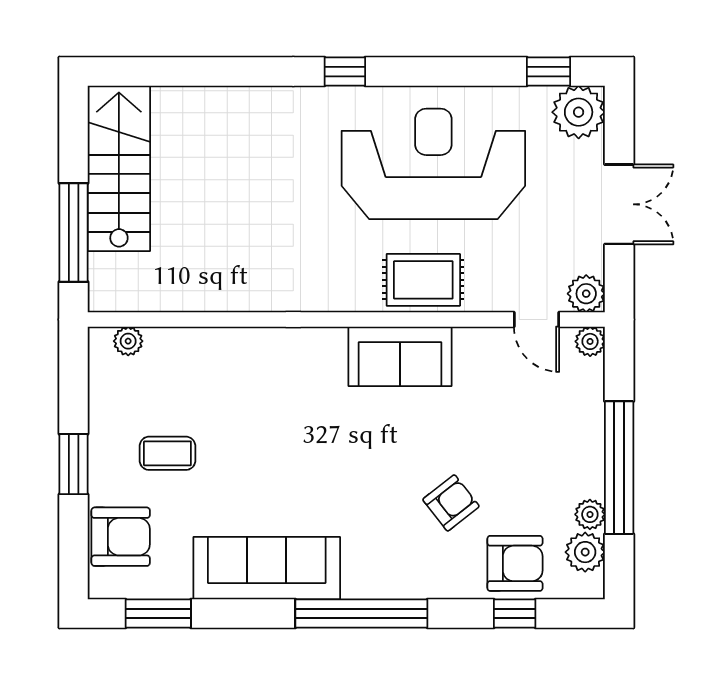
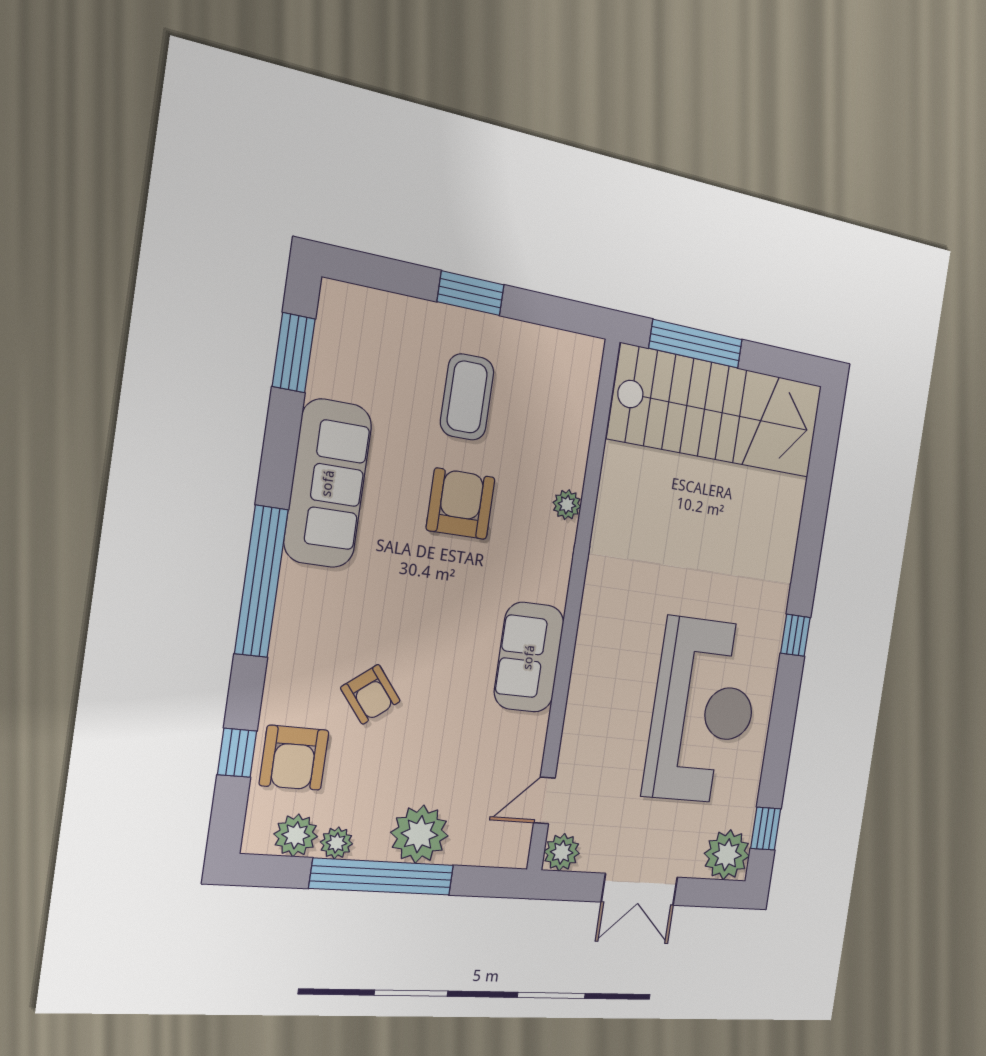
stairs: (119, 168) -> (717, 412), width x1.36, depth x1.51
rug: (423, 280) -> (599, 689), removed
plant: (128, 341) -> (567, 505), moved
plant: (590, 341) -> (419, 834), moved, width x1.88, depth x1.88
coffee table: (167, 453) -> (467, 397), width x1.36, depth x1.30
armchair: (121, 537) -> (461, 504), moved, turned 180

